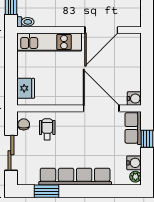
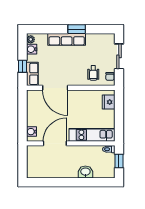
water cooler: (134, 99) -> (32, 132), moved
row of seats: (75, 177) -> (67, 39), width x0.73
window: (46, 191) -> (77, 29), moved

